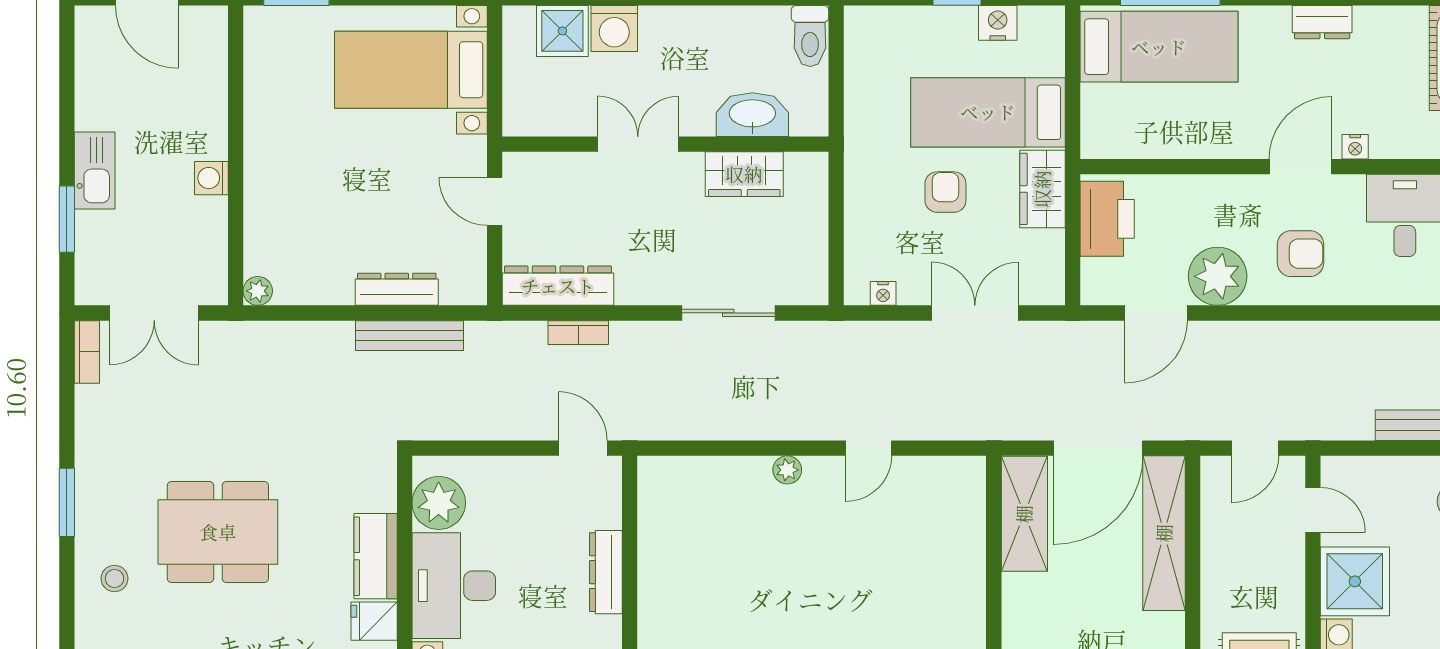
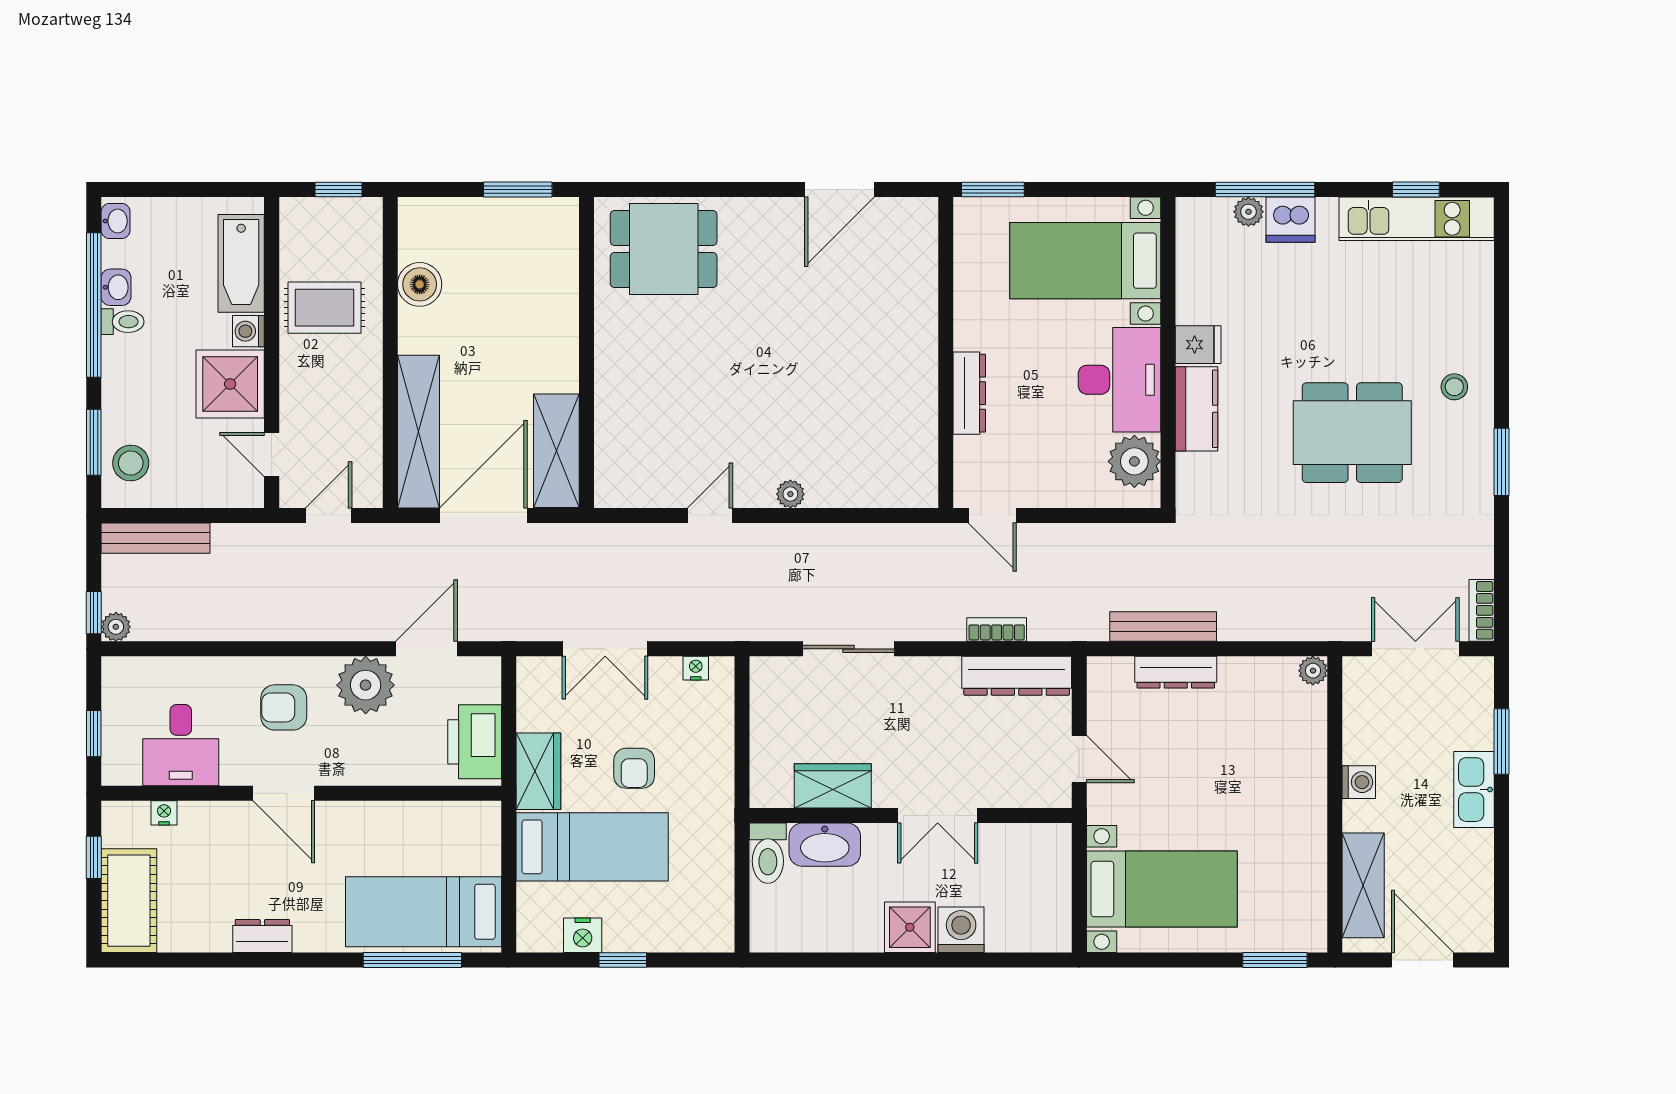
shower: (562, 31) -> (910, 927), moved
toilet: (810, 36) -> (768, 853), moved, turned 180
shelving: (207, 73) -> (1363, 885), added
nightstand: (1355, 147) -> (164, 813), moved
door: (1300, 167) -> (284, 793), hinge flipped

